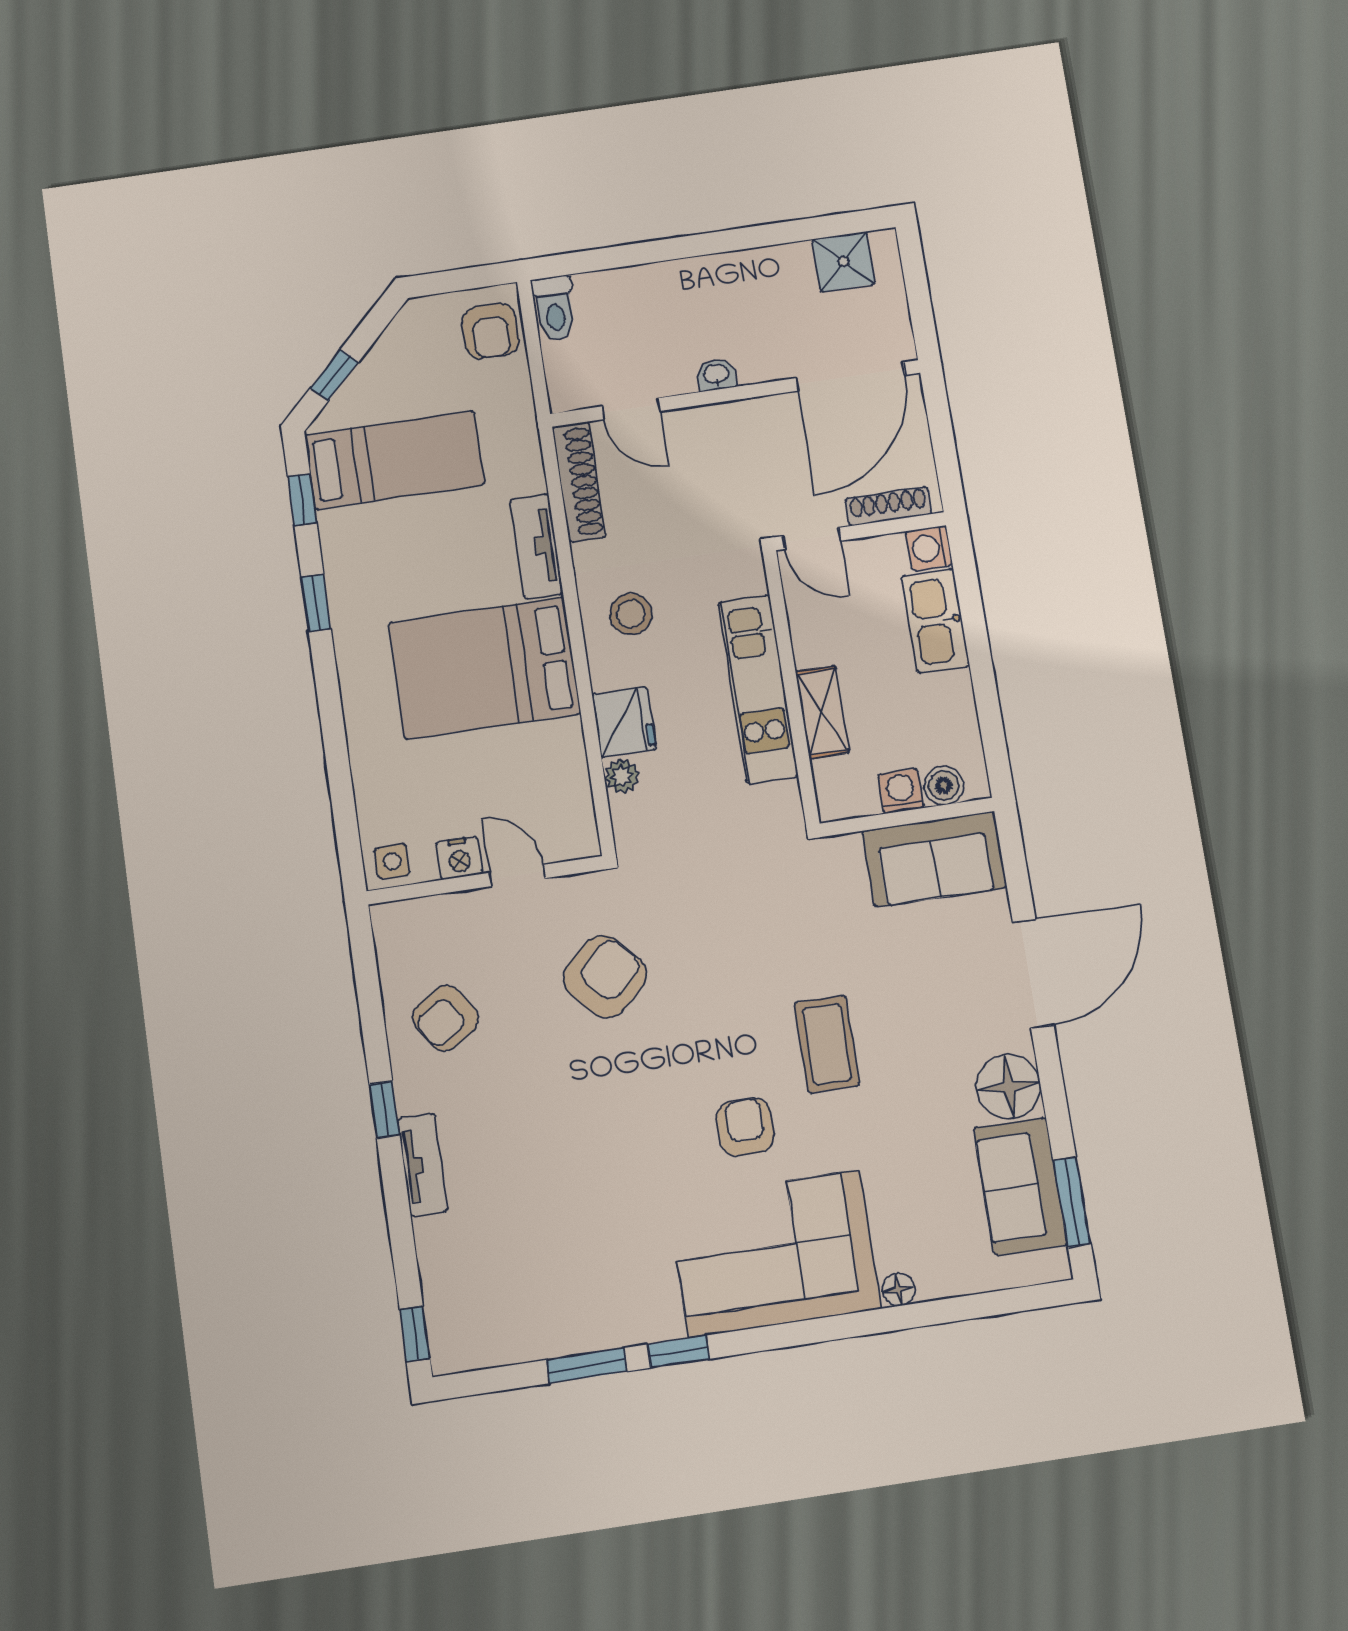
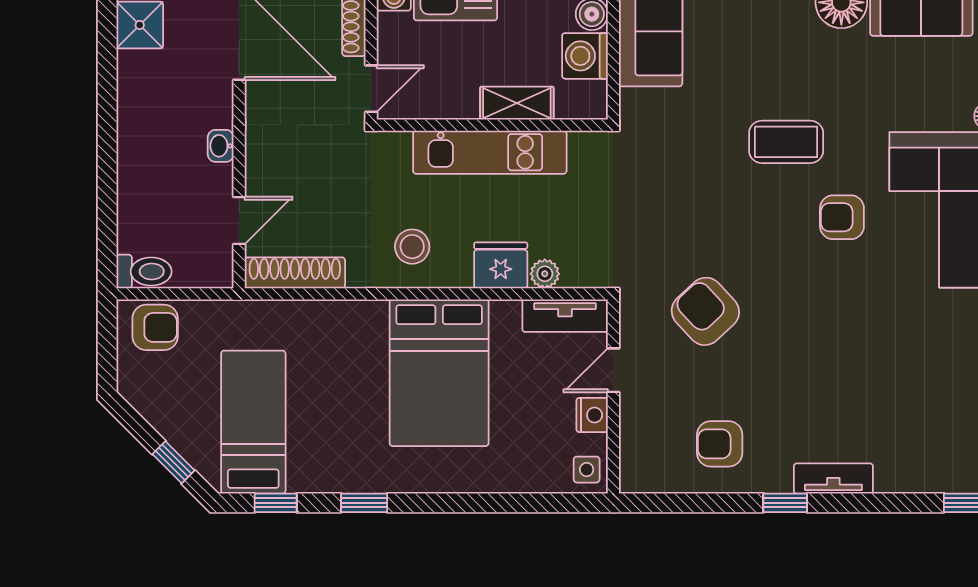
tv unit: (536, 546) -> (565, 316), moved
washing machine: (901, 791) -> (585, 56), width x1.38, depth x1.38
armchair: (446, 1018) -> (720, 444), turned 124

